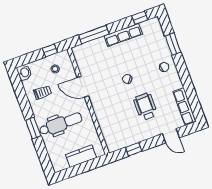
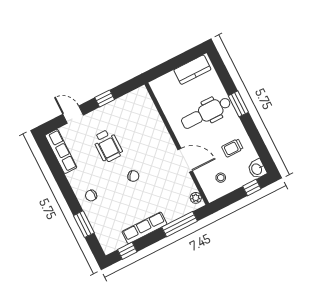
window: (50, 50) -> (252, 187), moved
plant: (78, 55) -> (196, 198), added
window: (134, 149) -> (105, 99), moved
kitchen counter: (81, 156) -> (192, 70), moved

